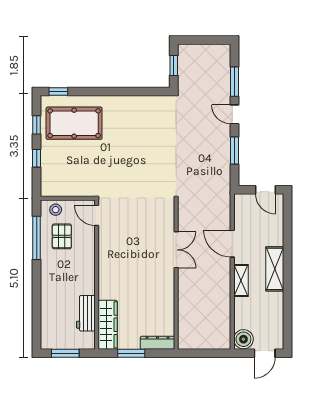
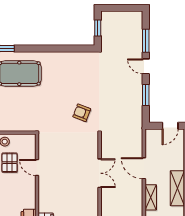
armchair: (153, 173) -> (82, 113), added
door: (265, 190) -> (170, 126), hinge flipped
door: (97, 215) -> (37, 168), moved

